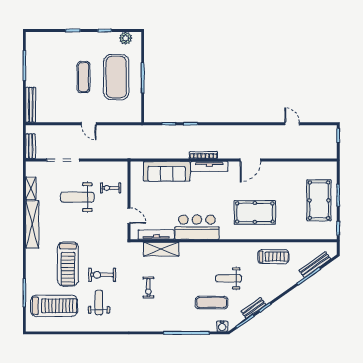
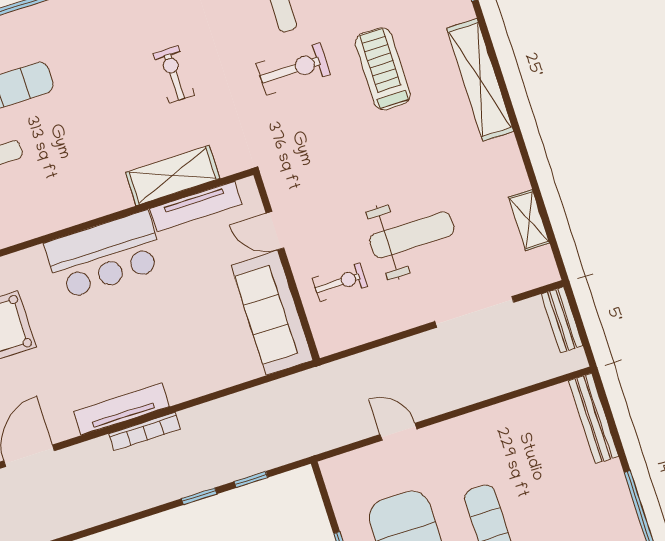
door: (89, 124) -> (398, 432), moved
sofa: (167, 171) -> (272, 313), moved, turned -90
shelving: (32, 224) -> (480, 80), moved
treadmill: (68, 264) -> (383, 69), width x0.73, depth x0.73

